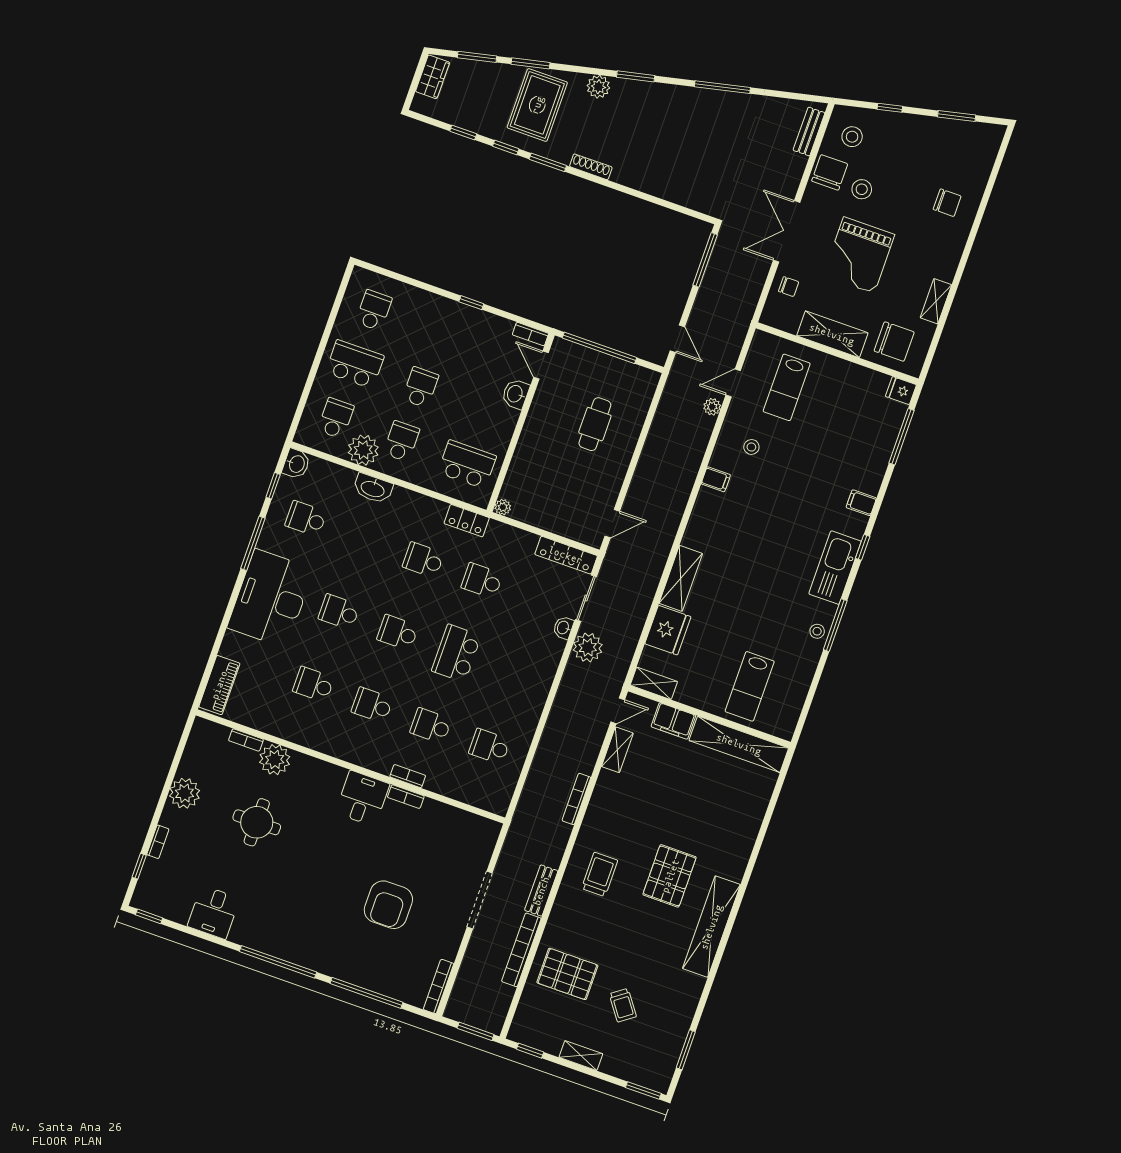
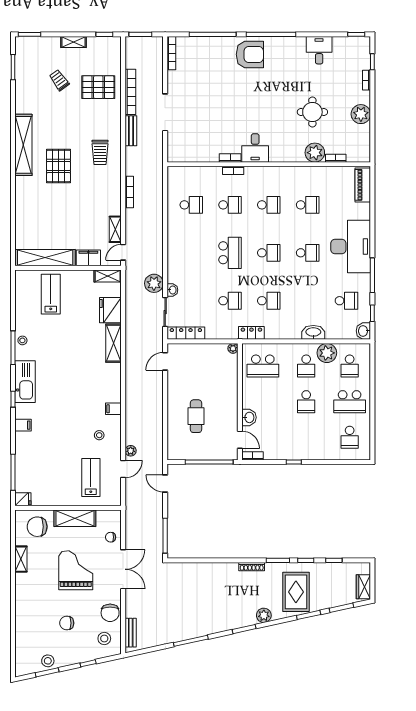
stool: (862, 189) -> (48, 661), moved
chair: (947, 203) -> (67, 623), moved
armchair: (388, 905) -> (250, 54), moved, turned 90

